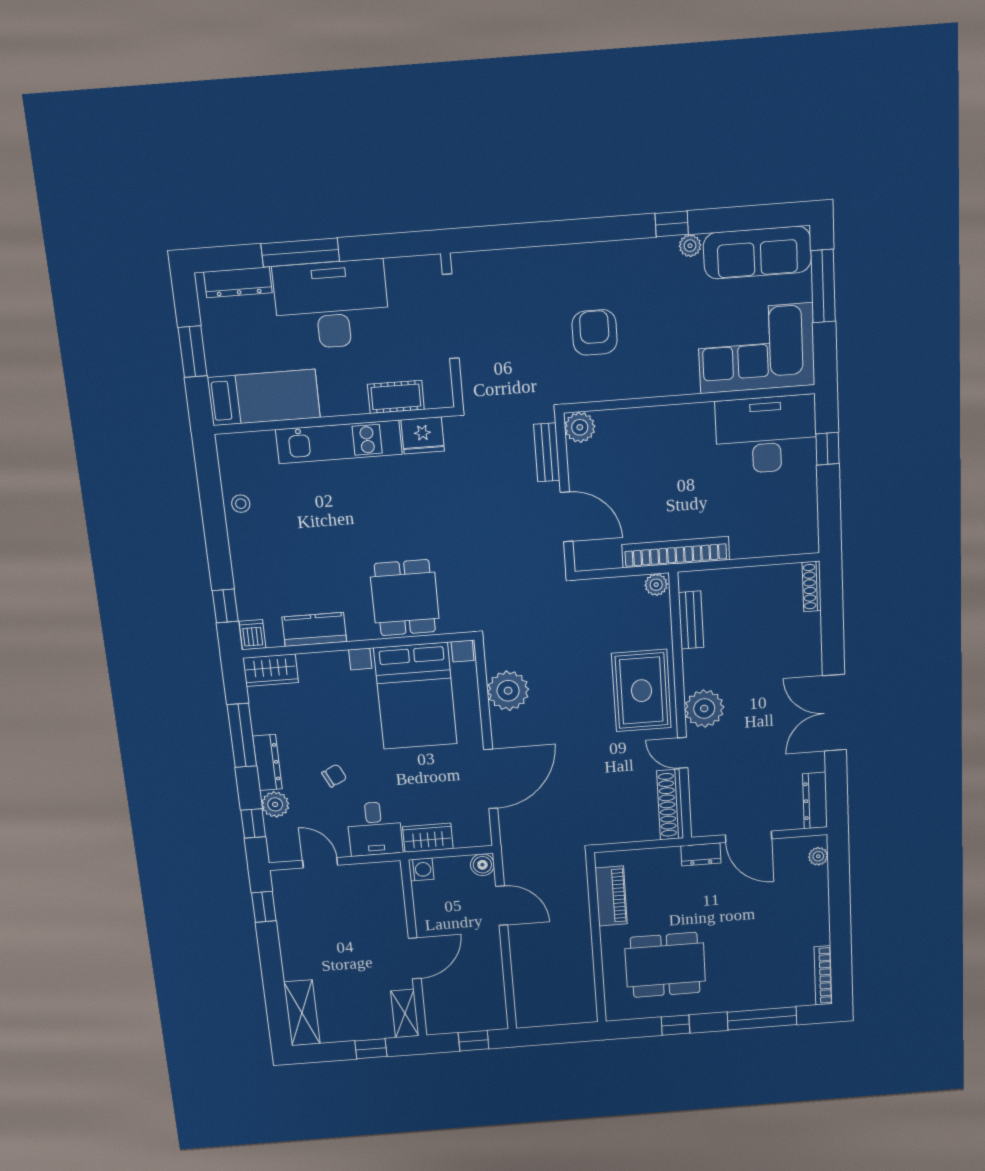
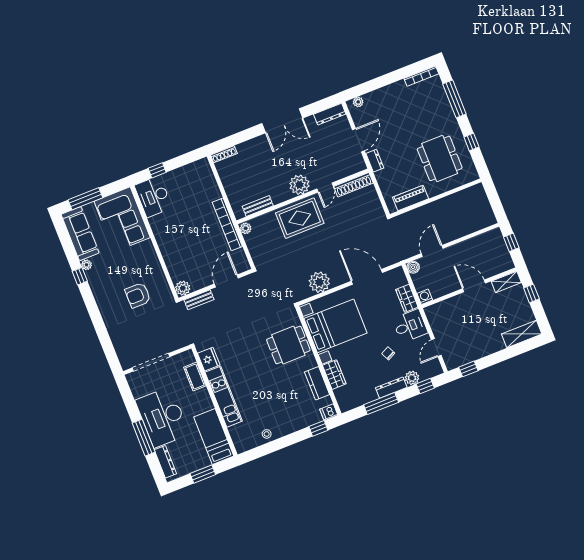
desk: (766, 435) -> (153, 197), width x0.73, depth x0.77
wardrobe: (271, 670) -> (334, 375), moved

